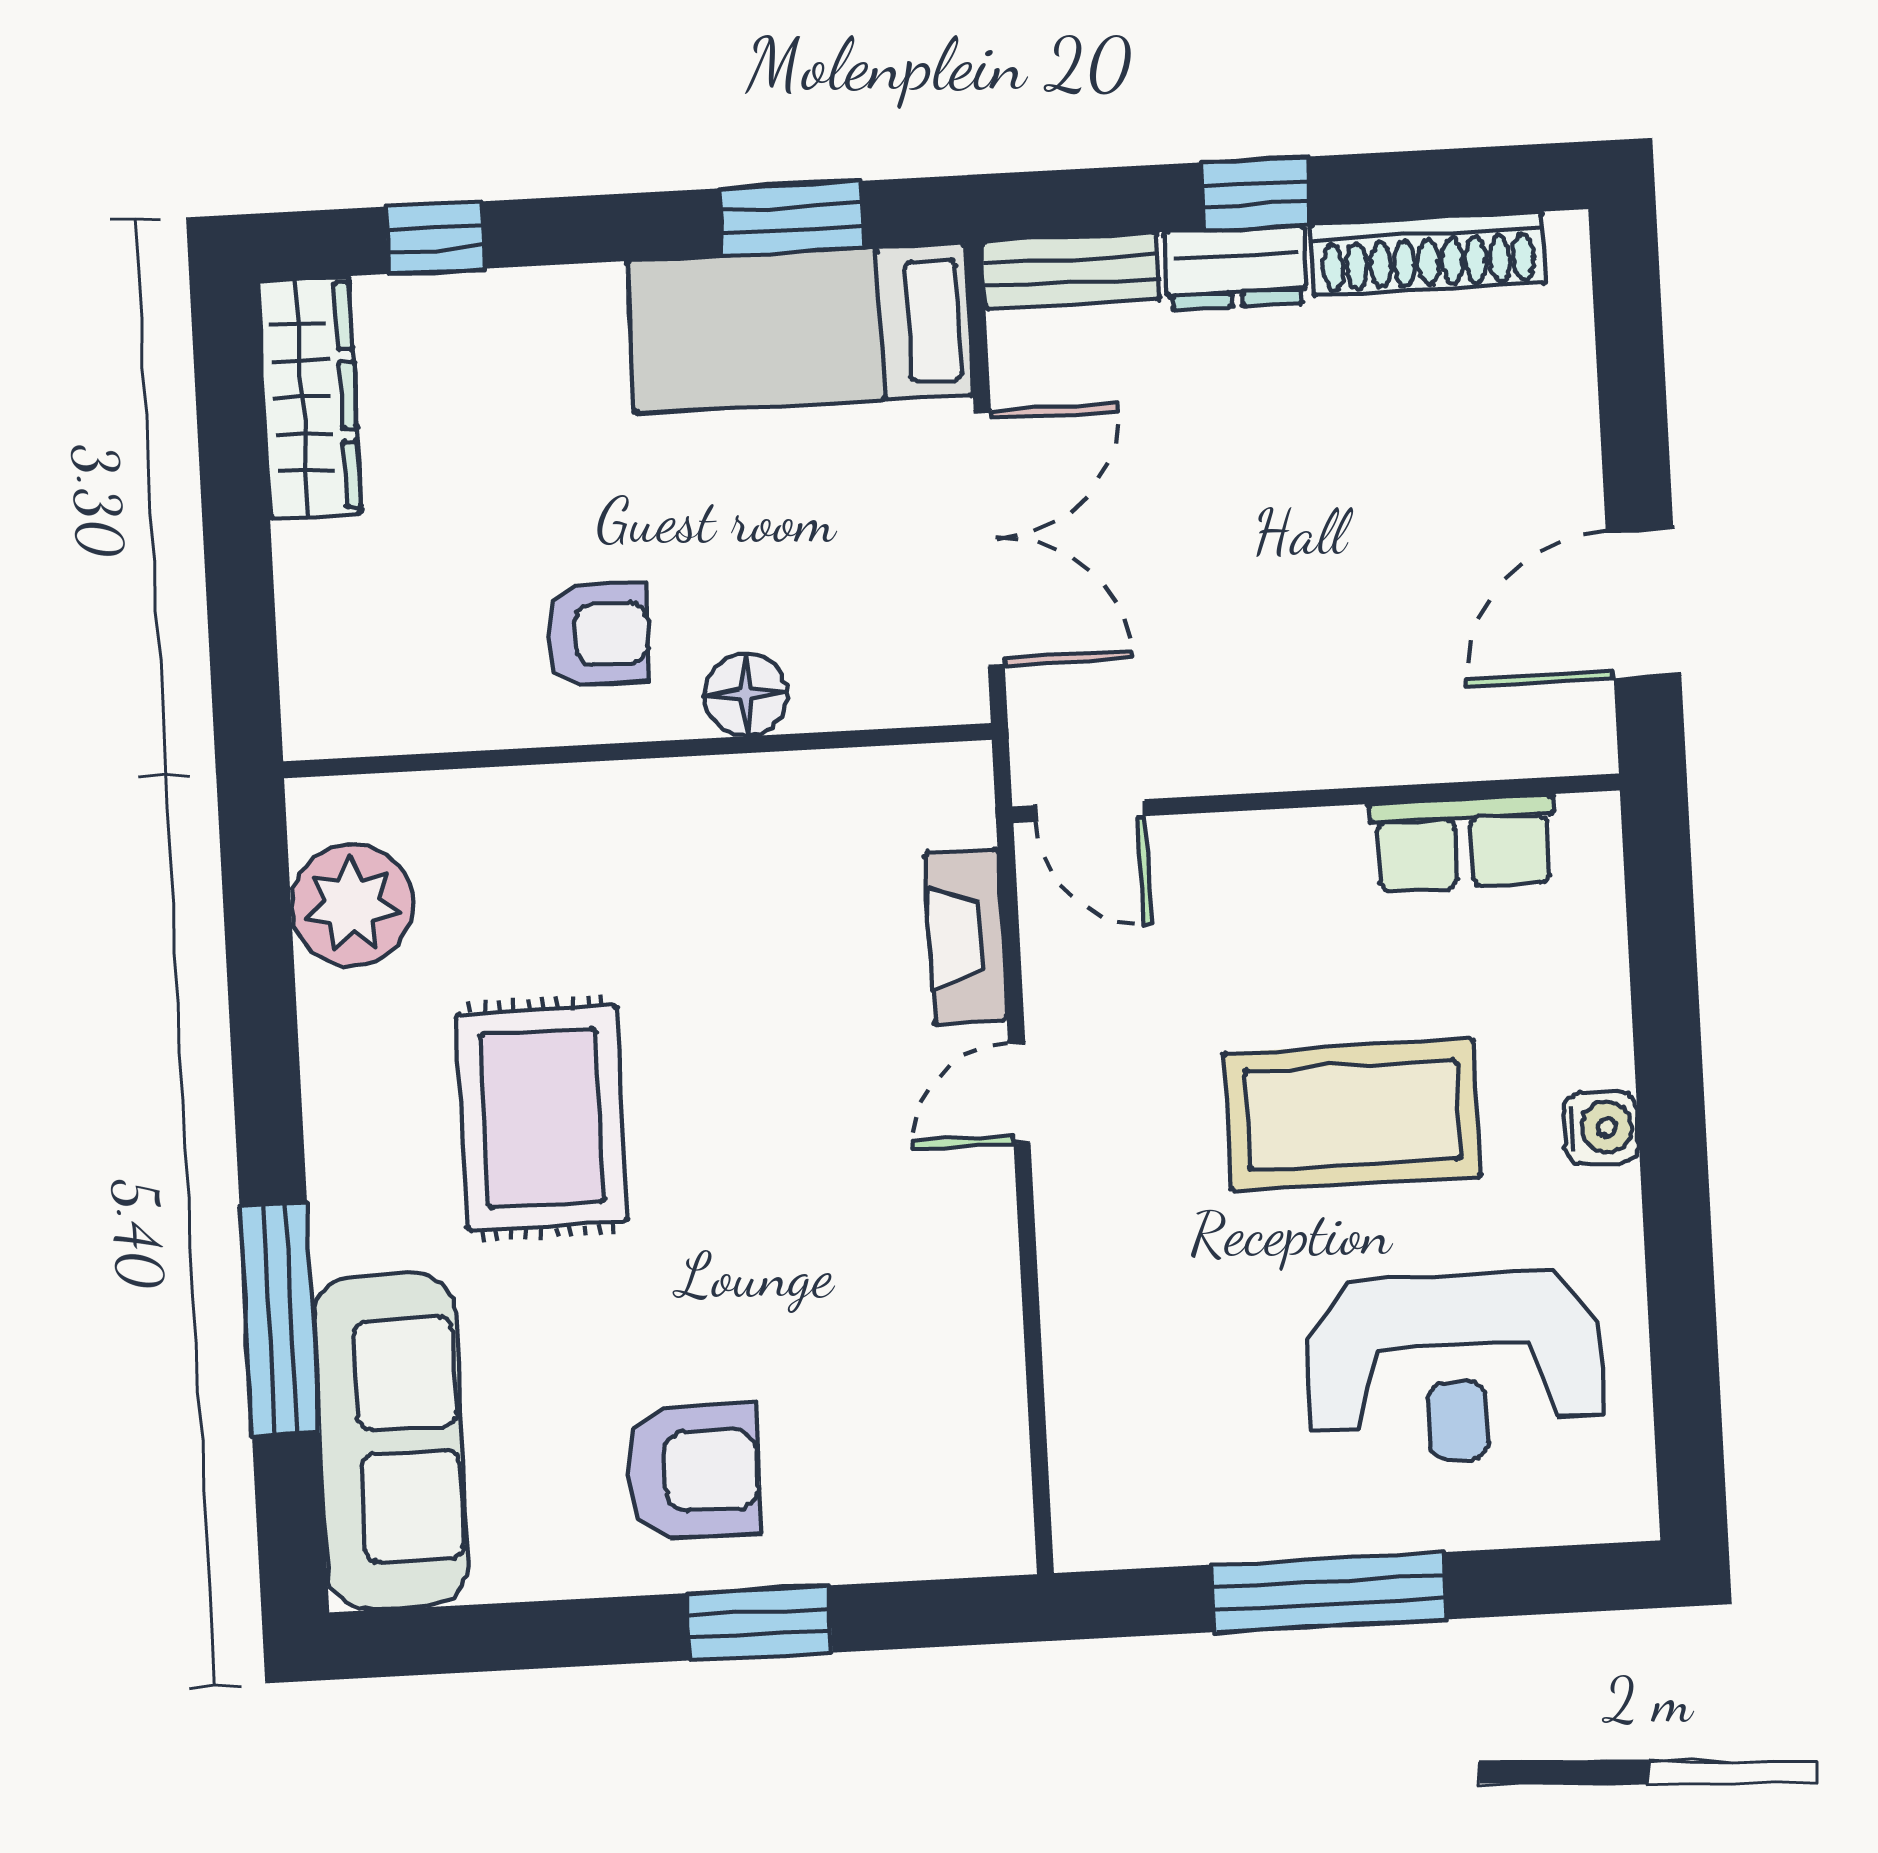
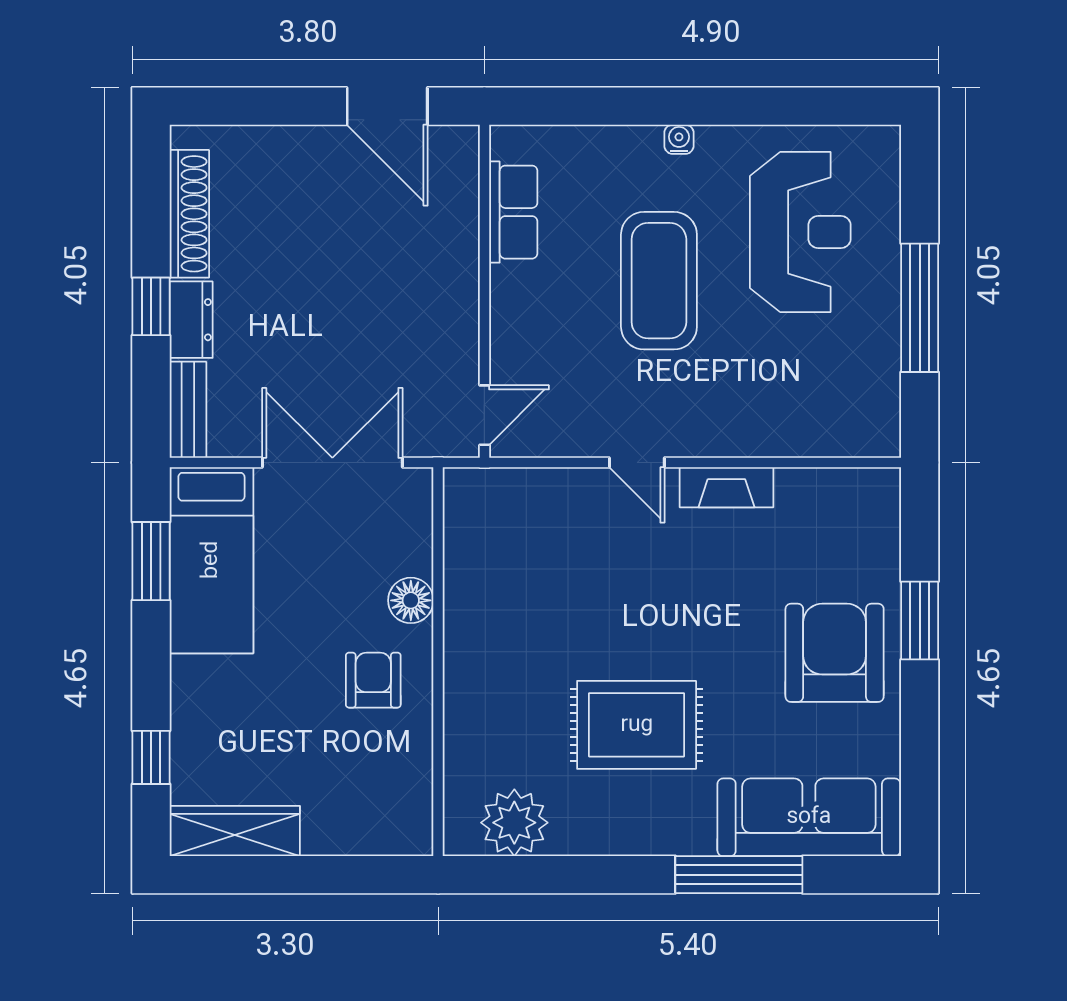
fireplace: (966, 937) -> (726, 487), moved
water cooler: (1601, 1128) -> (679, 139), width x0.72, depth x0.72
armchair: (693, 1471) -> (835, 653), width x1.36, depth x1.36

